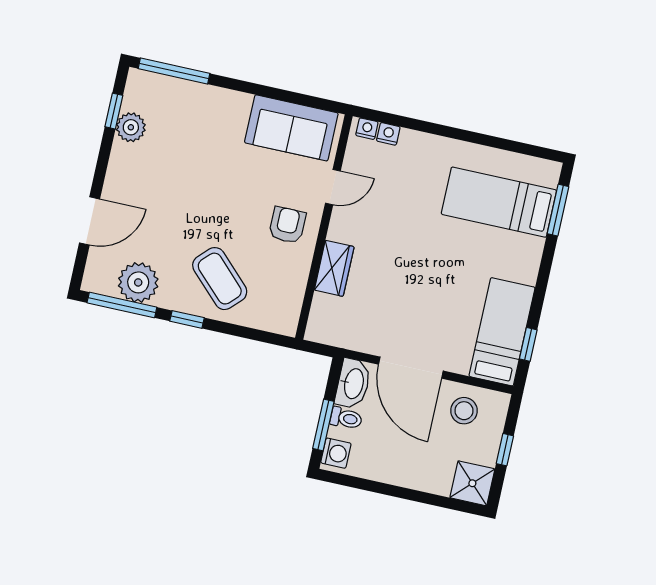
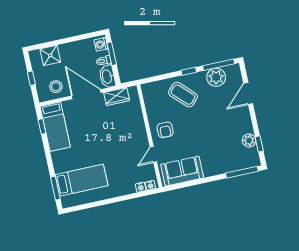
wardrobe: (334, 268) -> (117, 97), moved, turned -90
shower: (472, 483) -> (50, 55), moved

